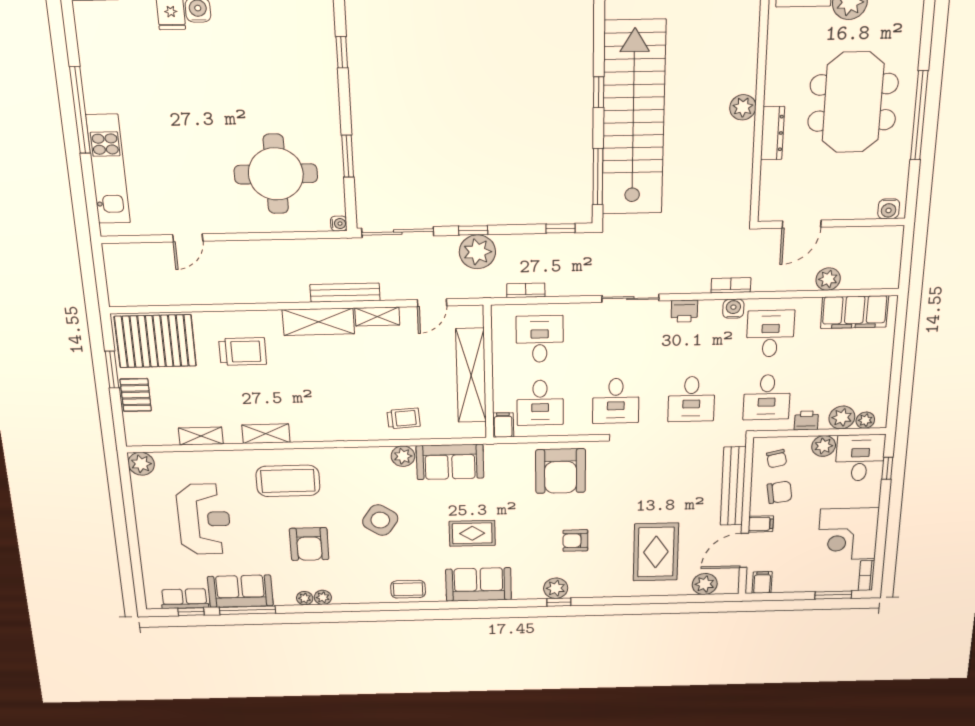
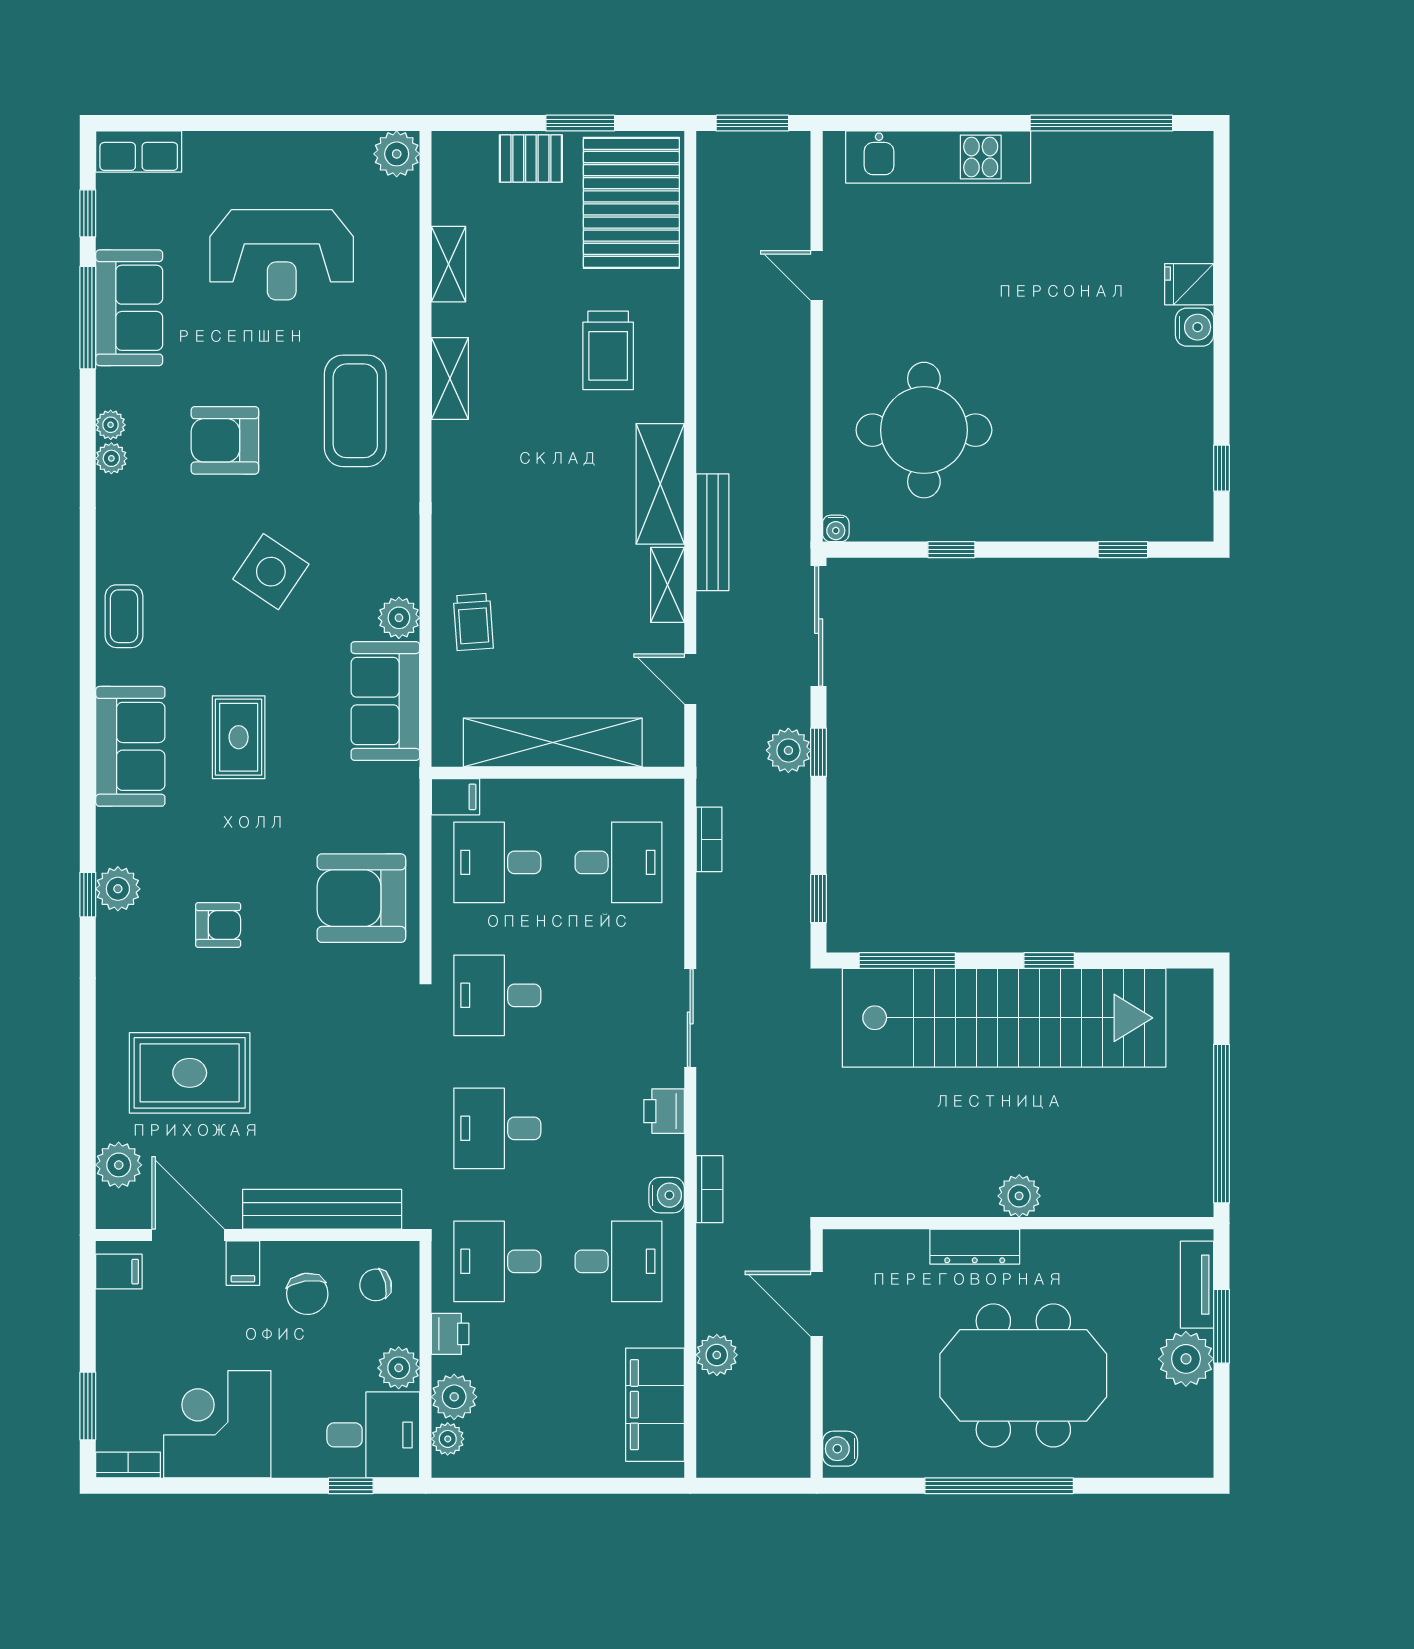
window: (80, 110) -> (1101, 123), moved
window: (348, 156) -> (951, 550), width x0.67
plant: (477, 252) -> (788, 750), width x0.73, depth x0.73
window: (100, 276) -> (752, 123), added
armchair: (575, 541) -> (218, 925), turned 90
row of seats: (184, 599) -> (139, 152), moved, turned 90

